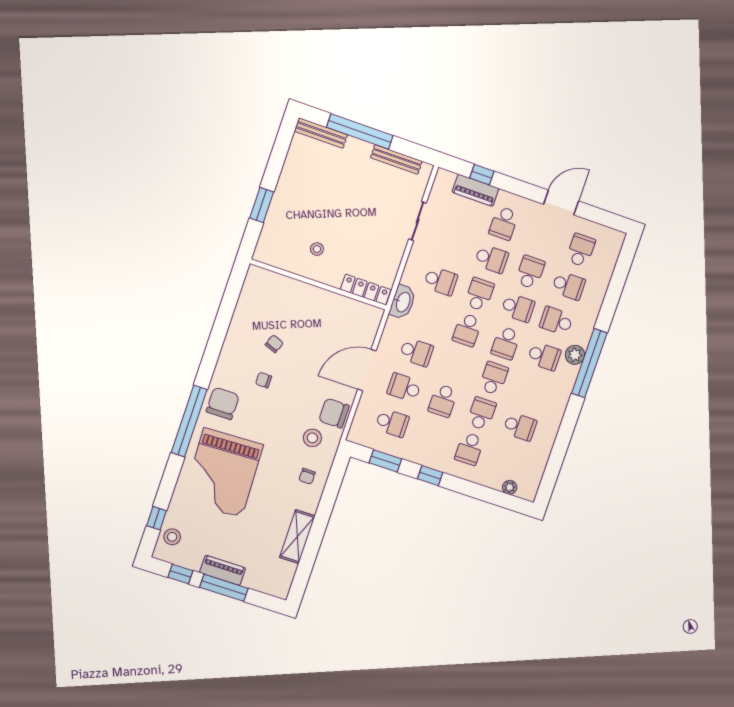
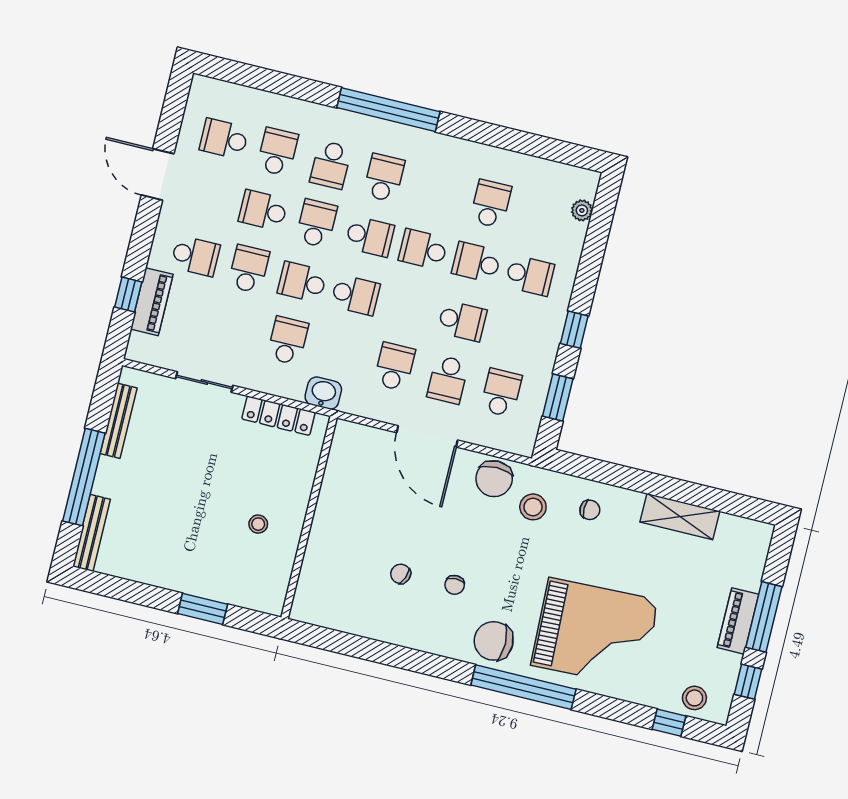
locker: (366, 290) -> (278, 416), moved, turned -90
washbasin: (403, 302) -> (323, 393), width x0.72
plant: (575, 355) -> (378, 132), removed

